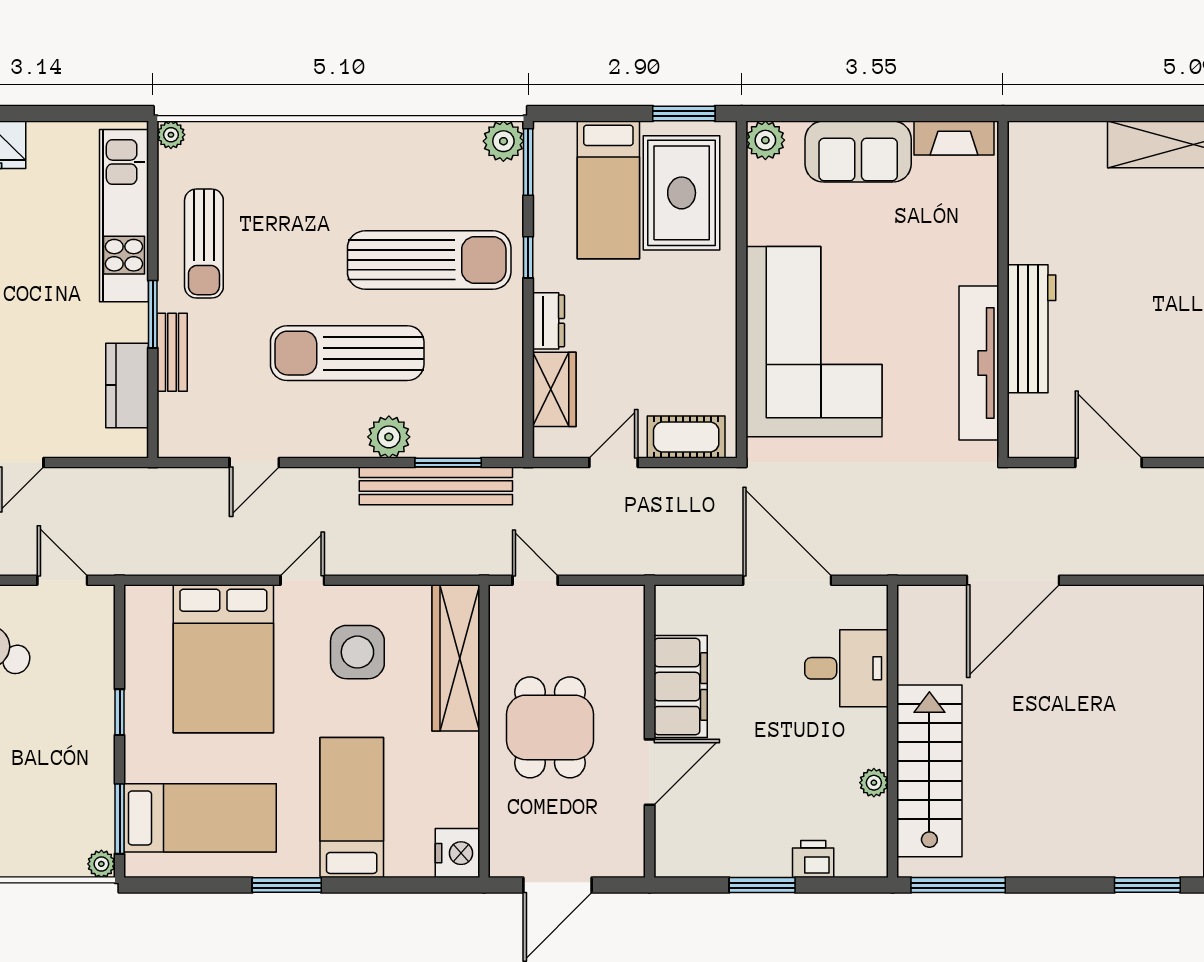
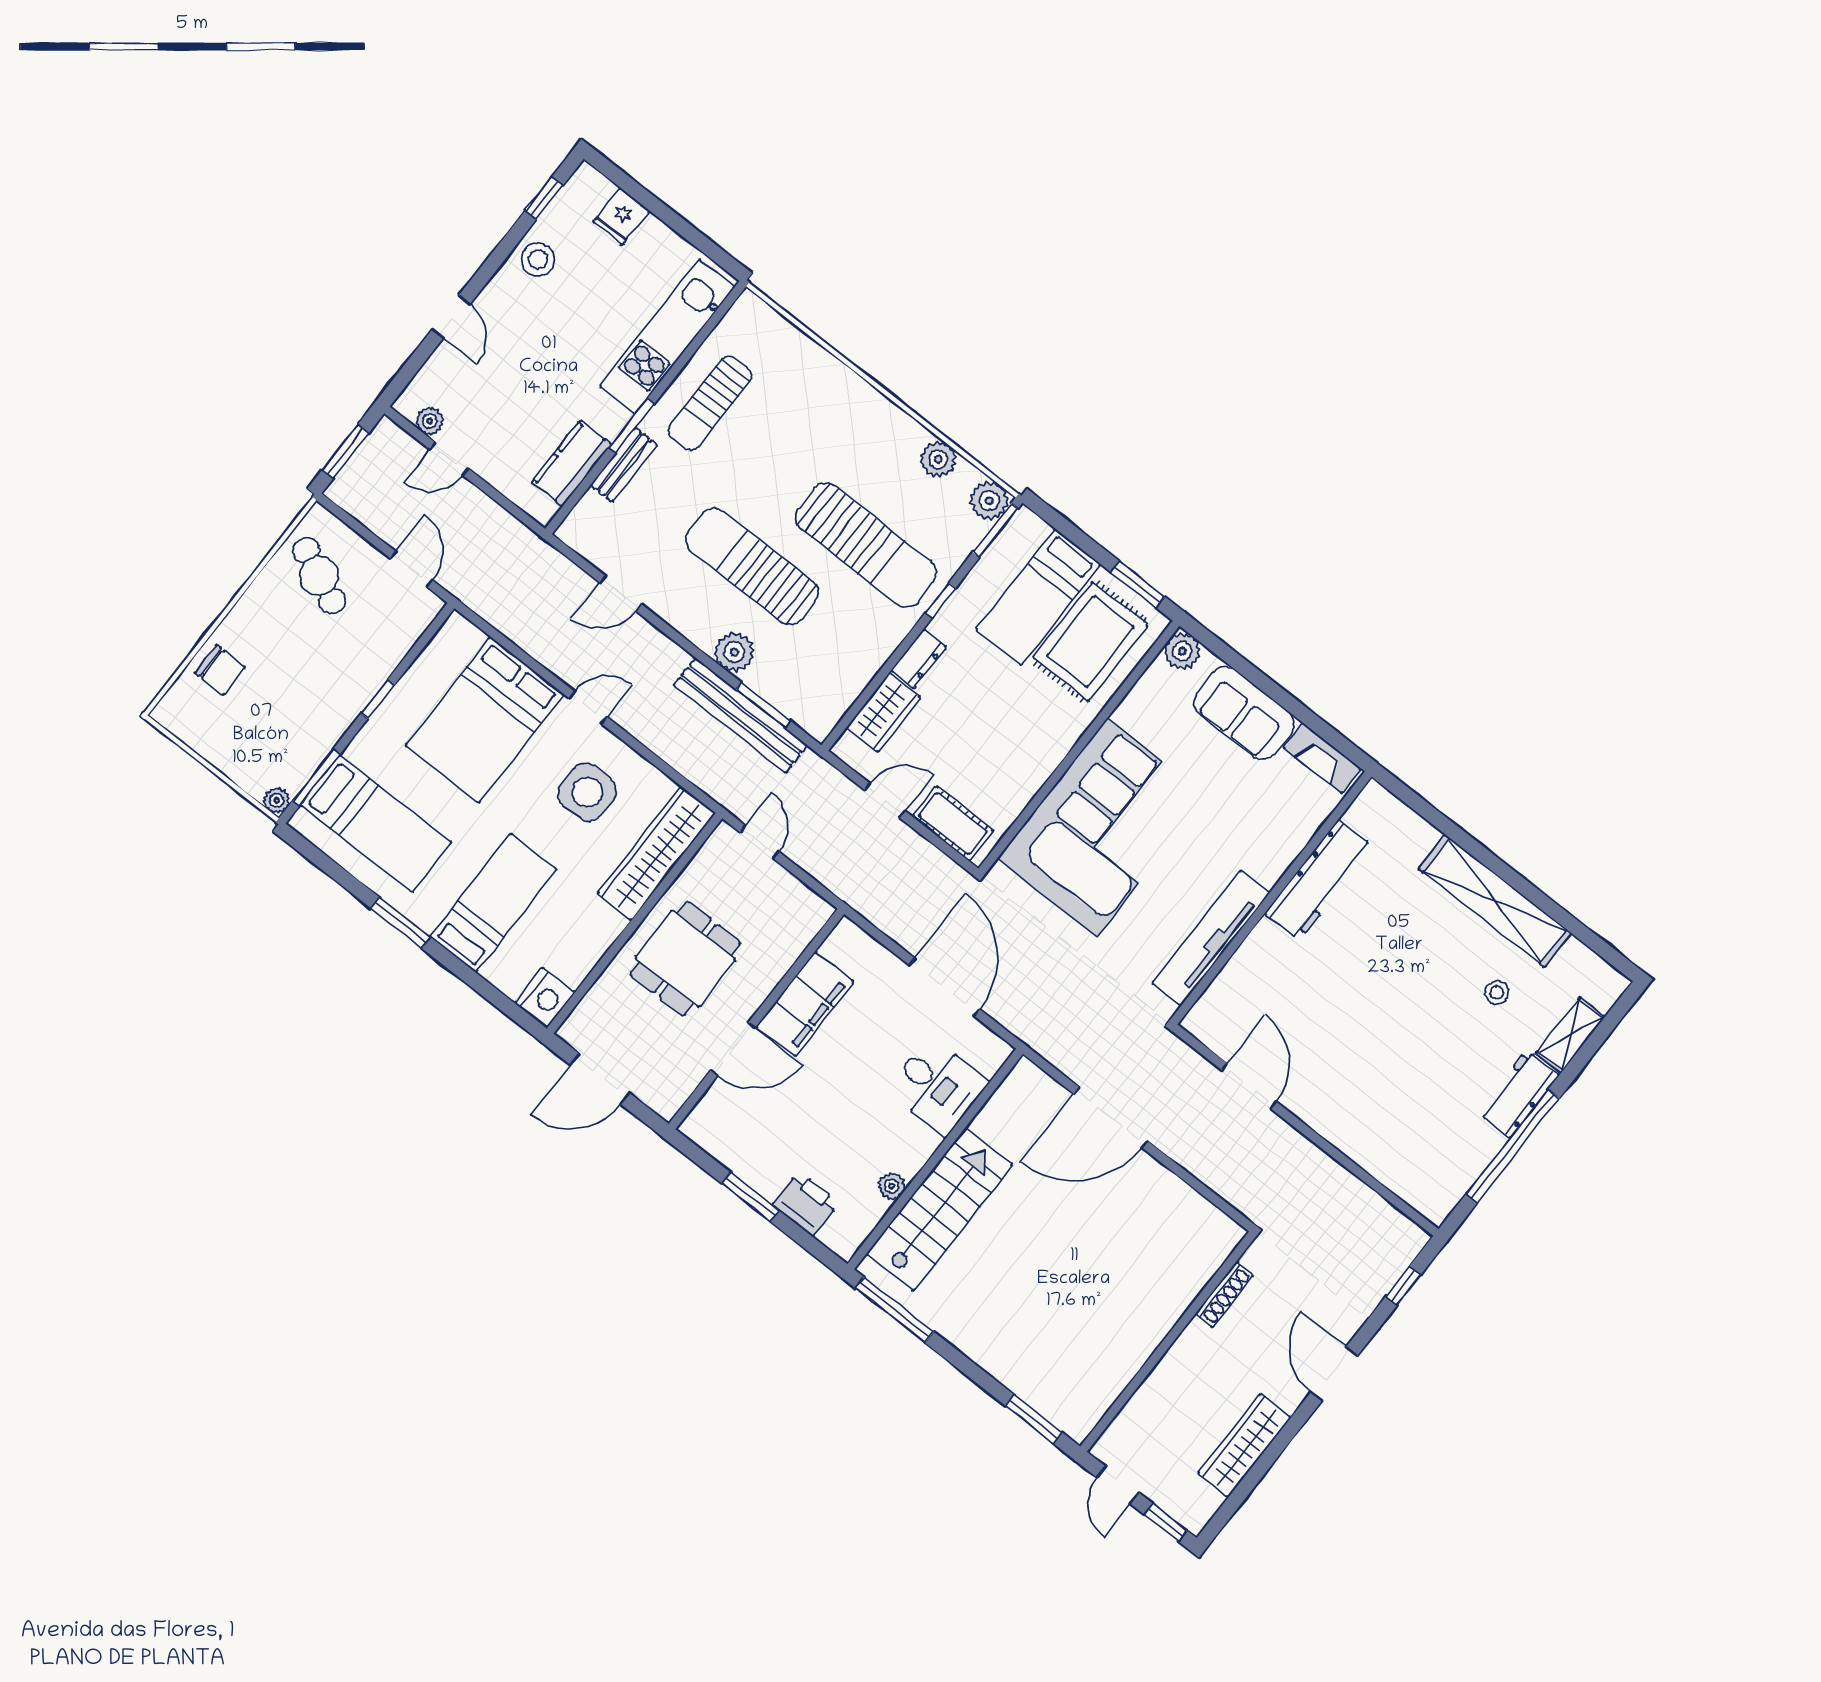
plant: (171, 135) -> (938, 459), moved, width x1.38, depth x1.38
workbench: (1031, 329) -> (1319, 880), moved
printer: (813, 859) -> (806, 1204), width x1.36, depth x1.24

